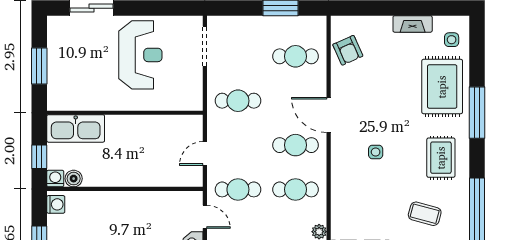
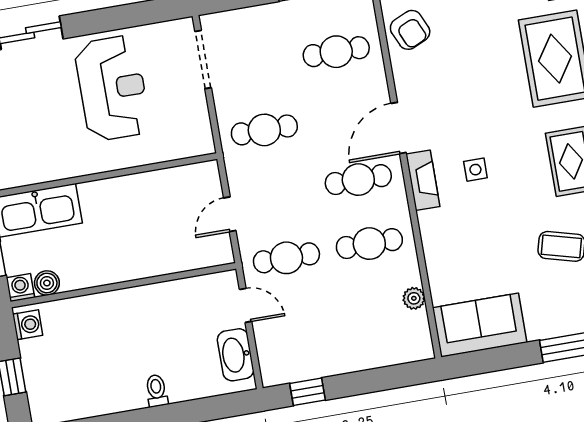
door: (329, 115) -> (399, 128), hinge flipped
fireplace: (339, 153) -> (423, 180), added

